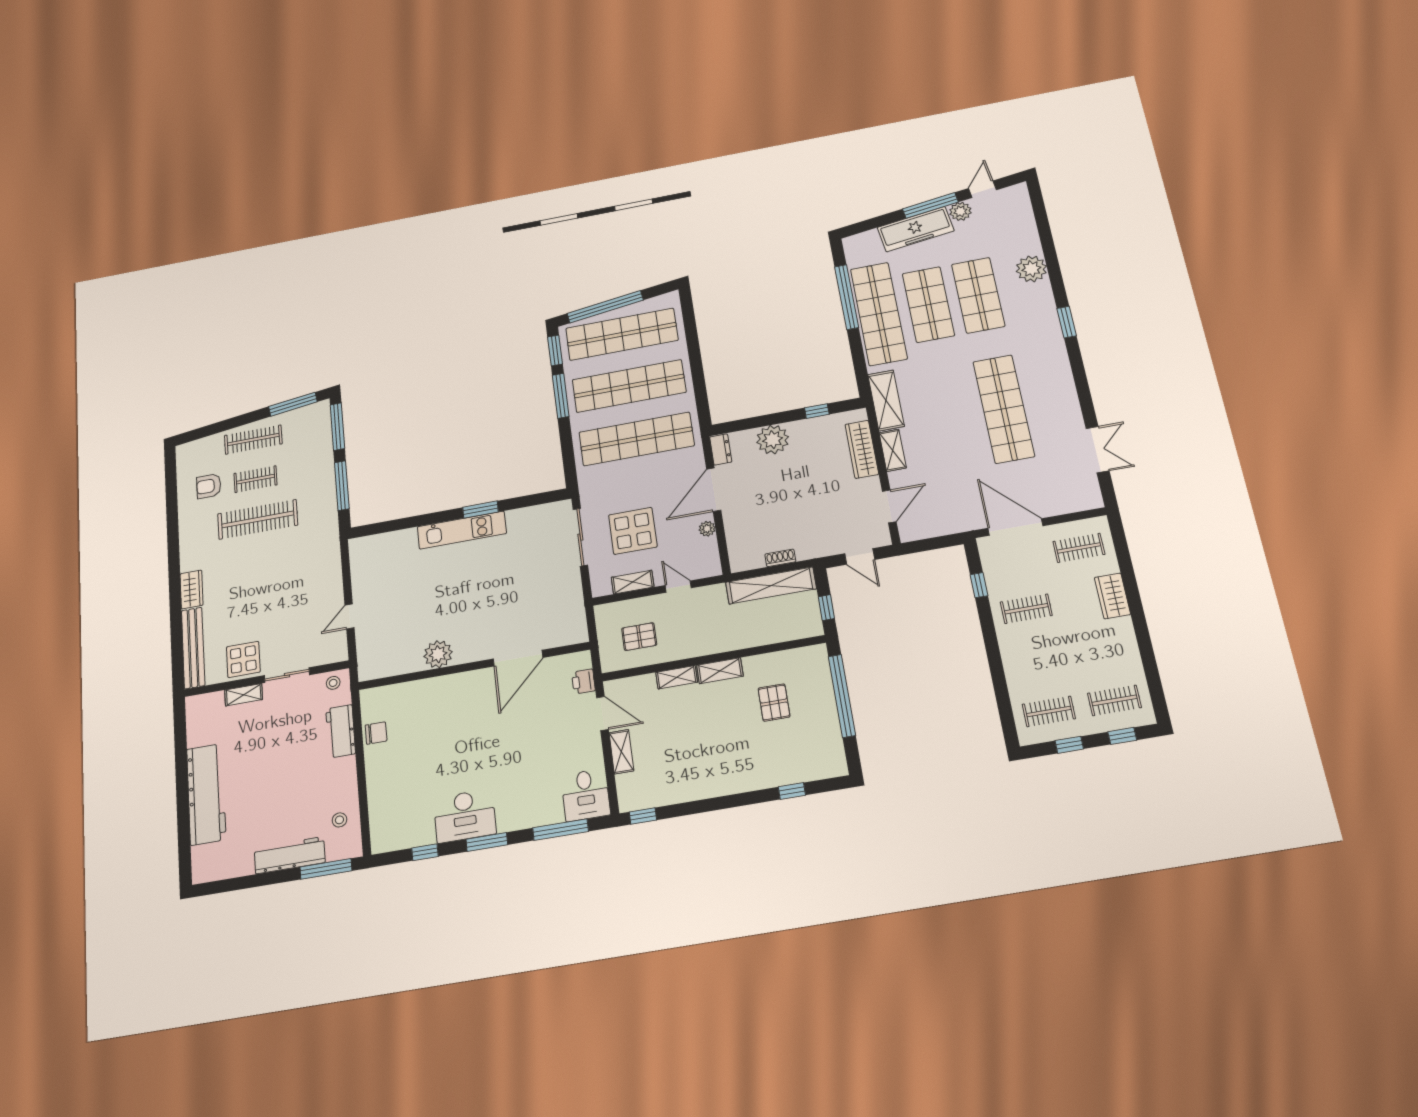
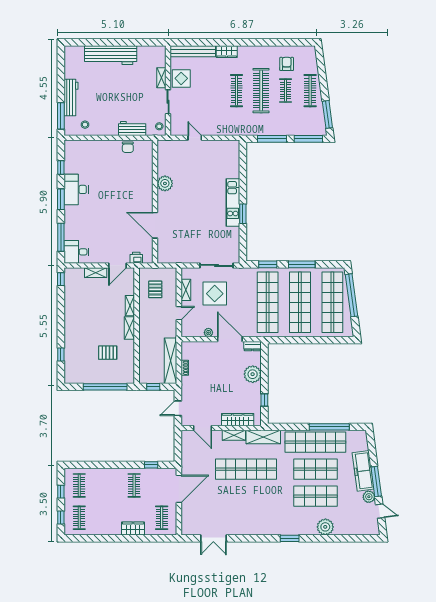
window: (555, 350) -> (268, 264), moved
shop shelf: (1004, 409) -> (246, 469), moved
clothes rail: (260, 560) -> (237, 91), added

